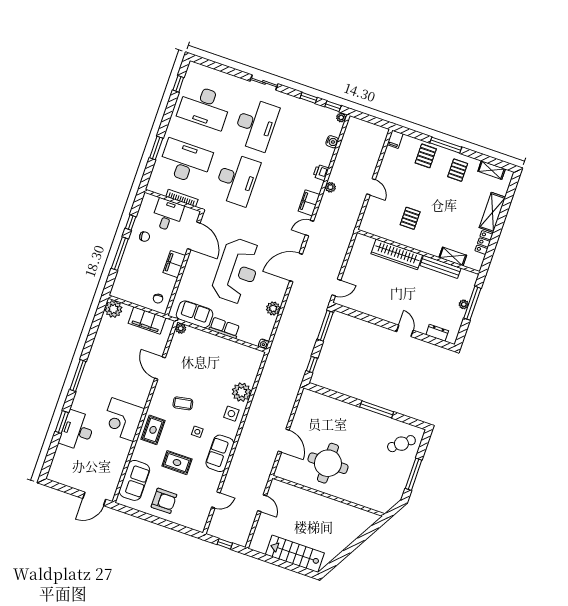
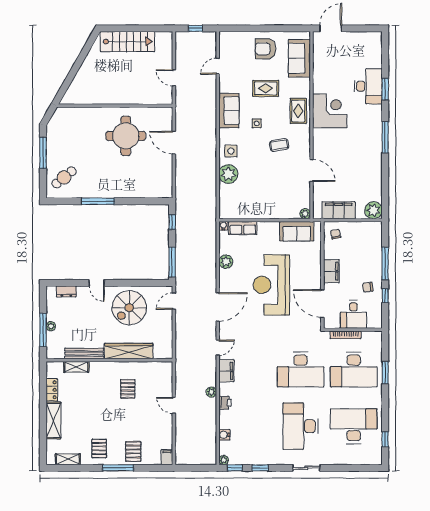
desk: (237, 179) -> (301, 369), turned -90
spiral stairs: (382, 296) -> (129, 308), added
row of seats: (224, 328) -> (243, 228), moved

